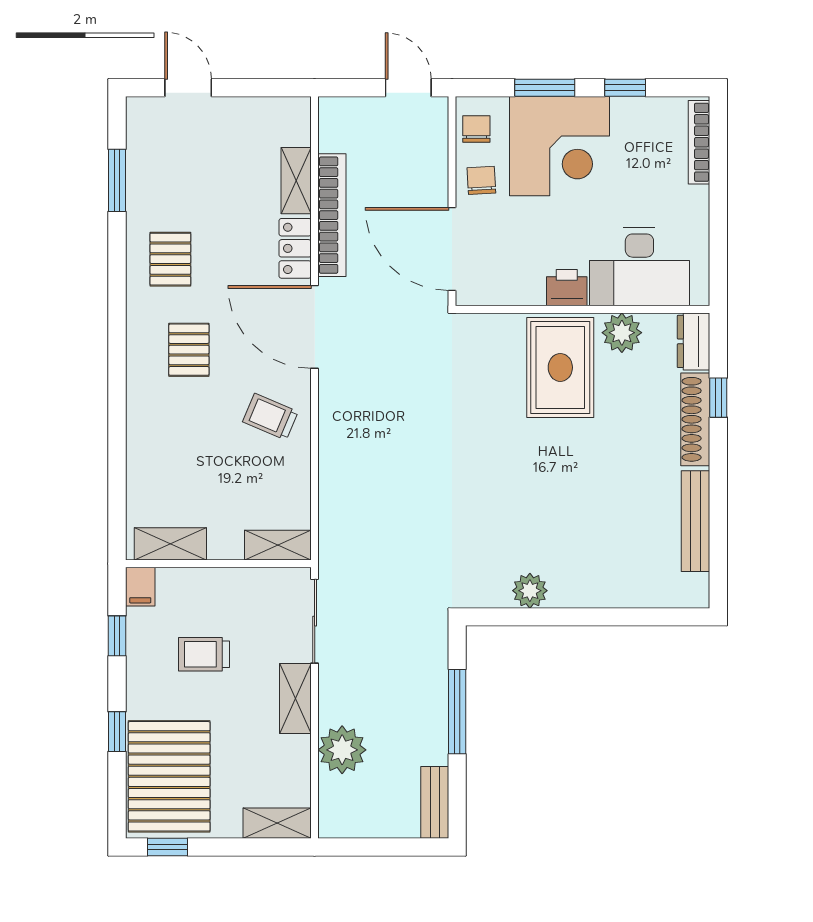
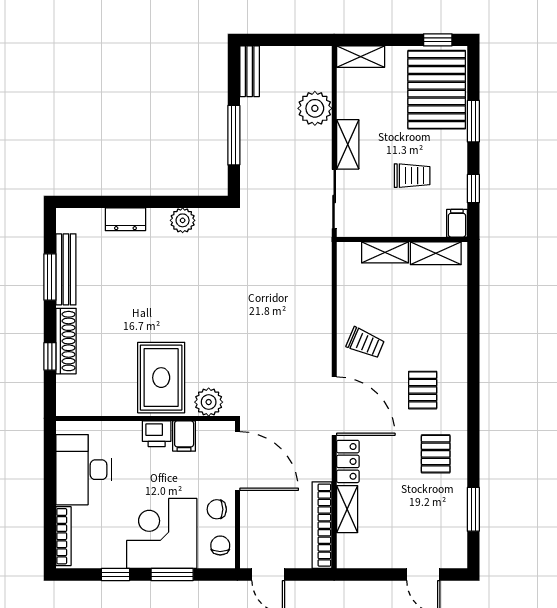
chair: (476, 129) -> (220, 545), turned 180
chair: (481, 180) -> (217, 509), turned 93
bookcase: (332, 215) -> (322, 525), moved
desk: (639, 267) -> (84, 470), moved, turned -90
filing cabinet: (528, 284) -> (184, 436), added
plant: (622, 333) -> (209, 402), moved
dresser: (694, 341) -> (125, 219), moved, turned 90
window: (718, 510) -> (50, 277), added
shelving: (278, 545) -> (385, 252), moved
window: (117, 732) -> (473, 121), width x1.50

